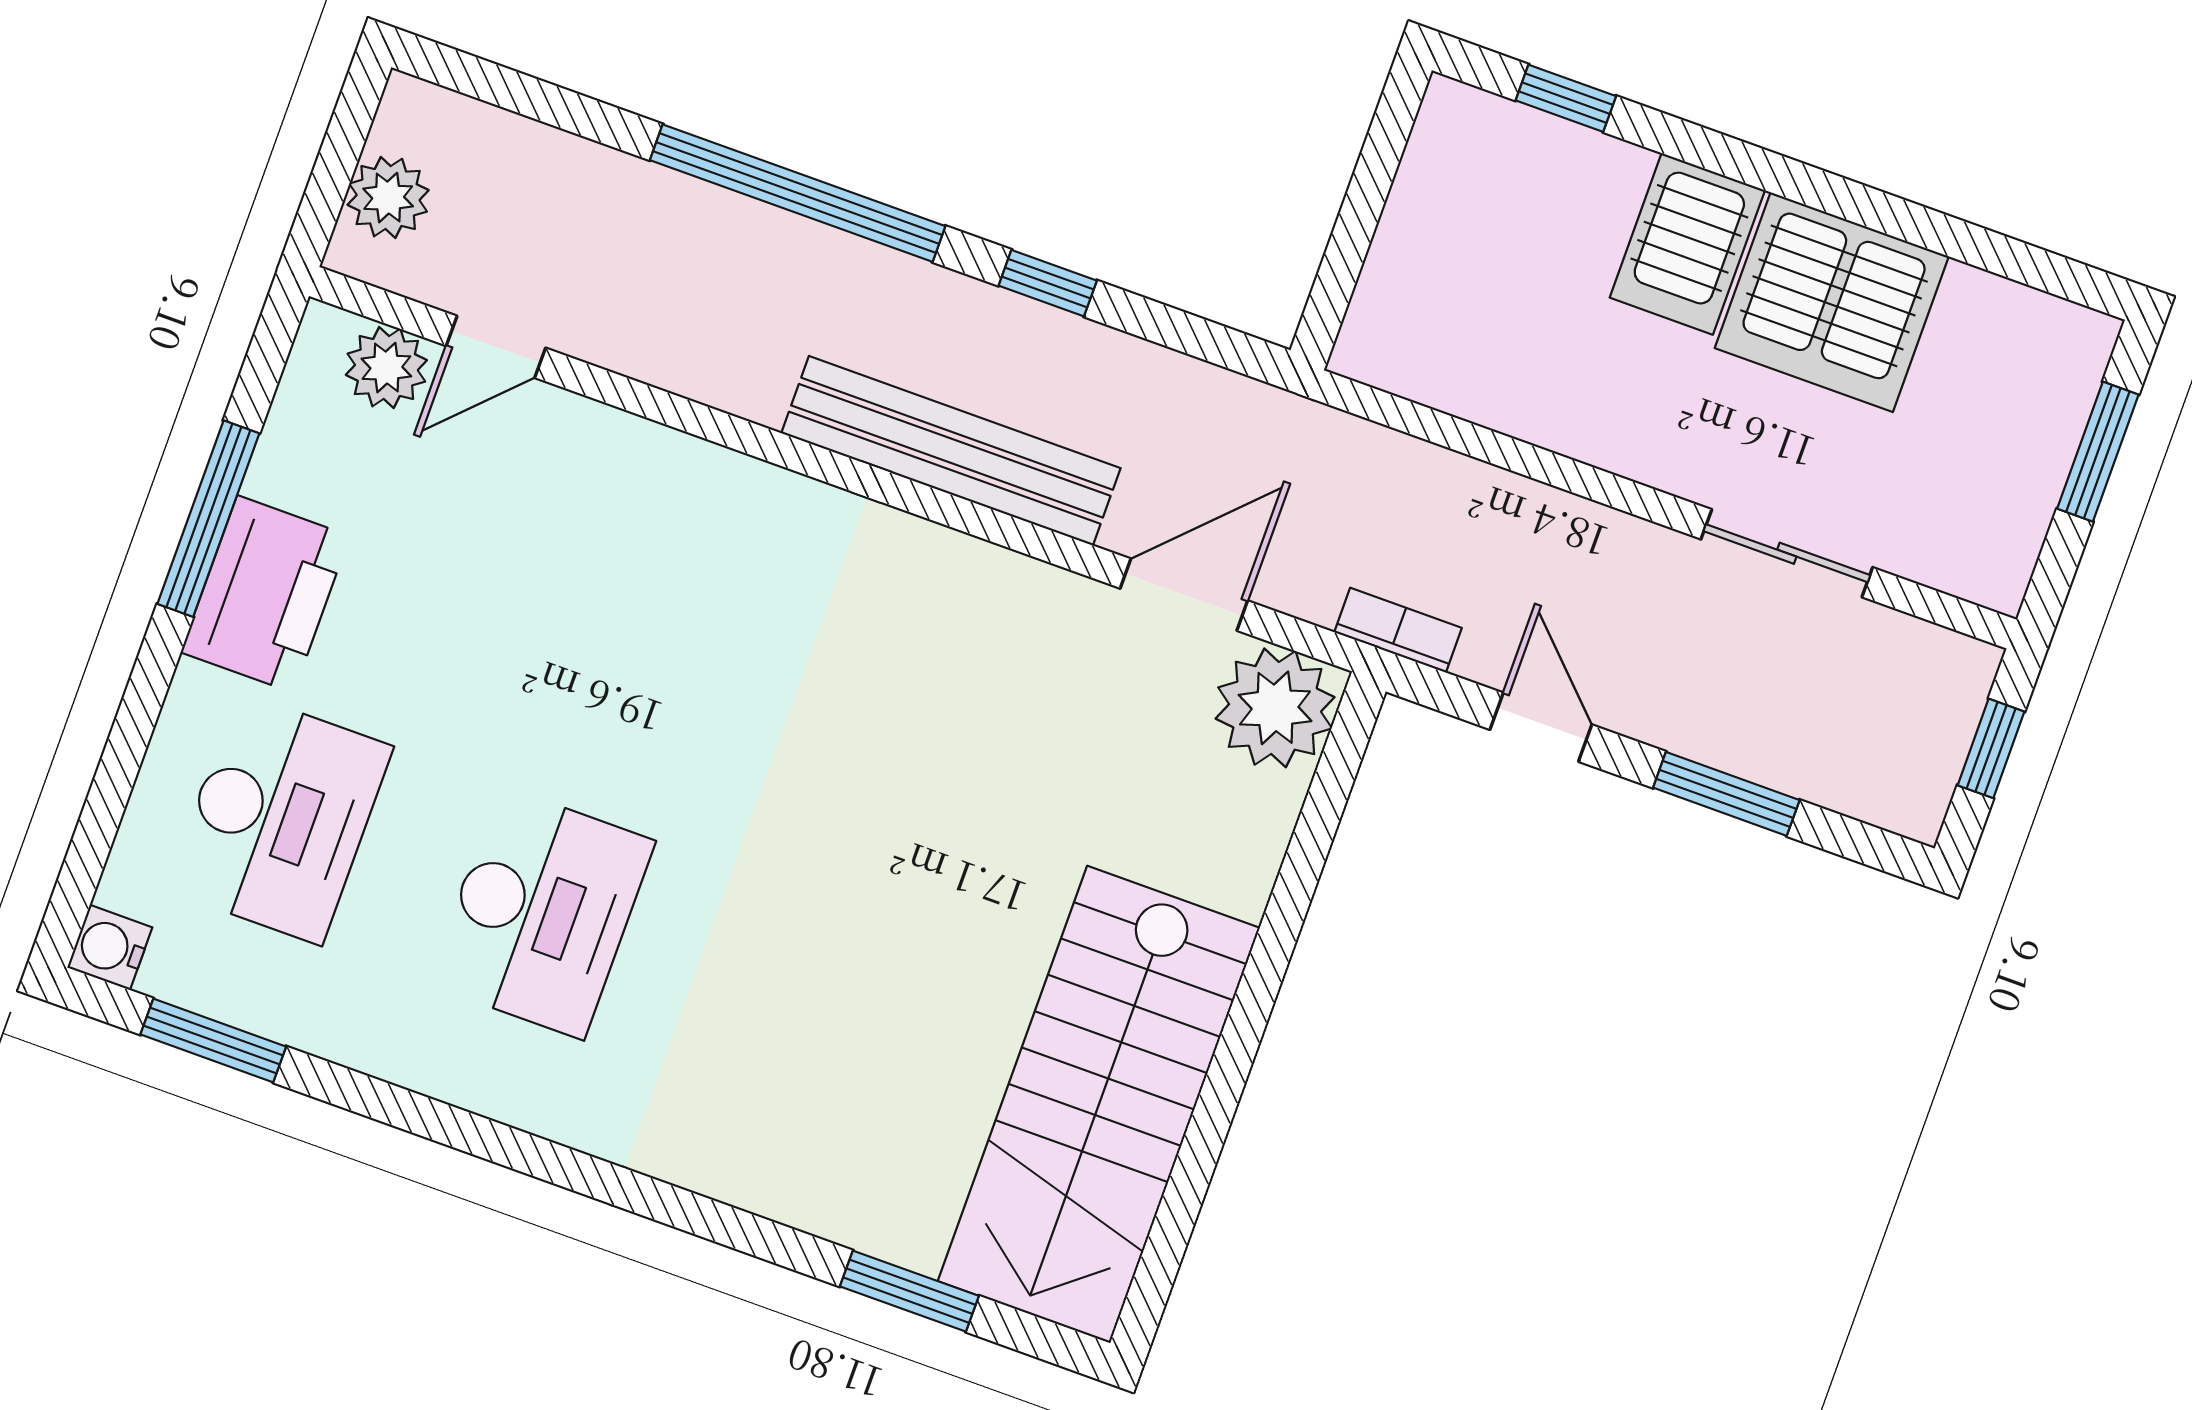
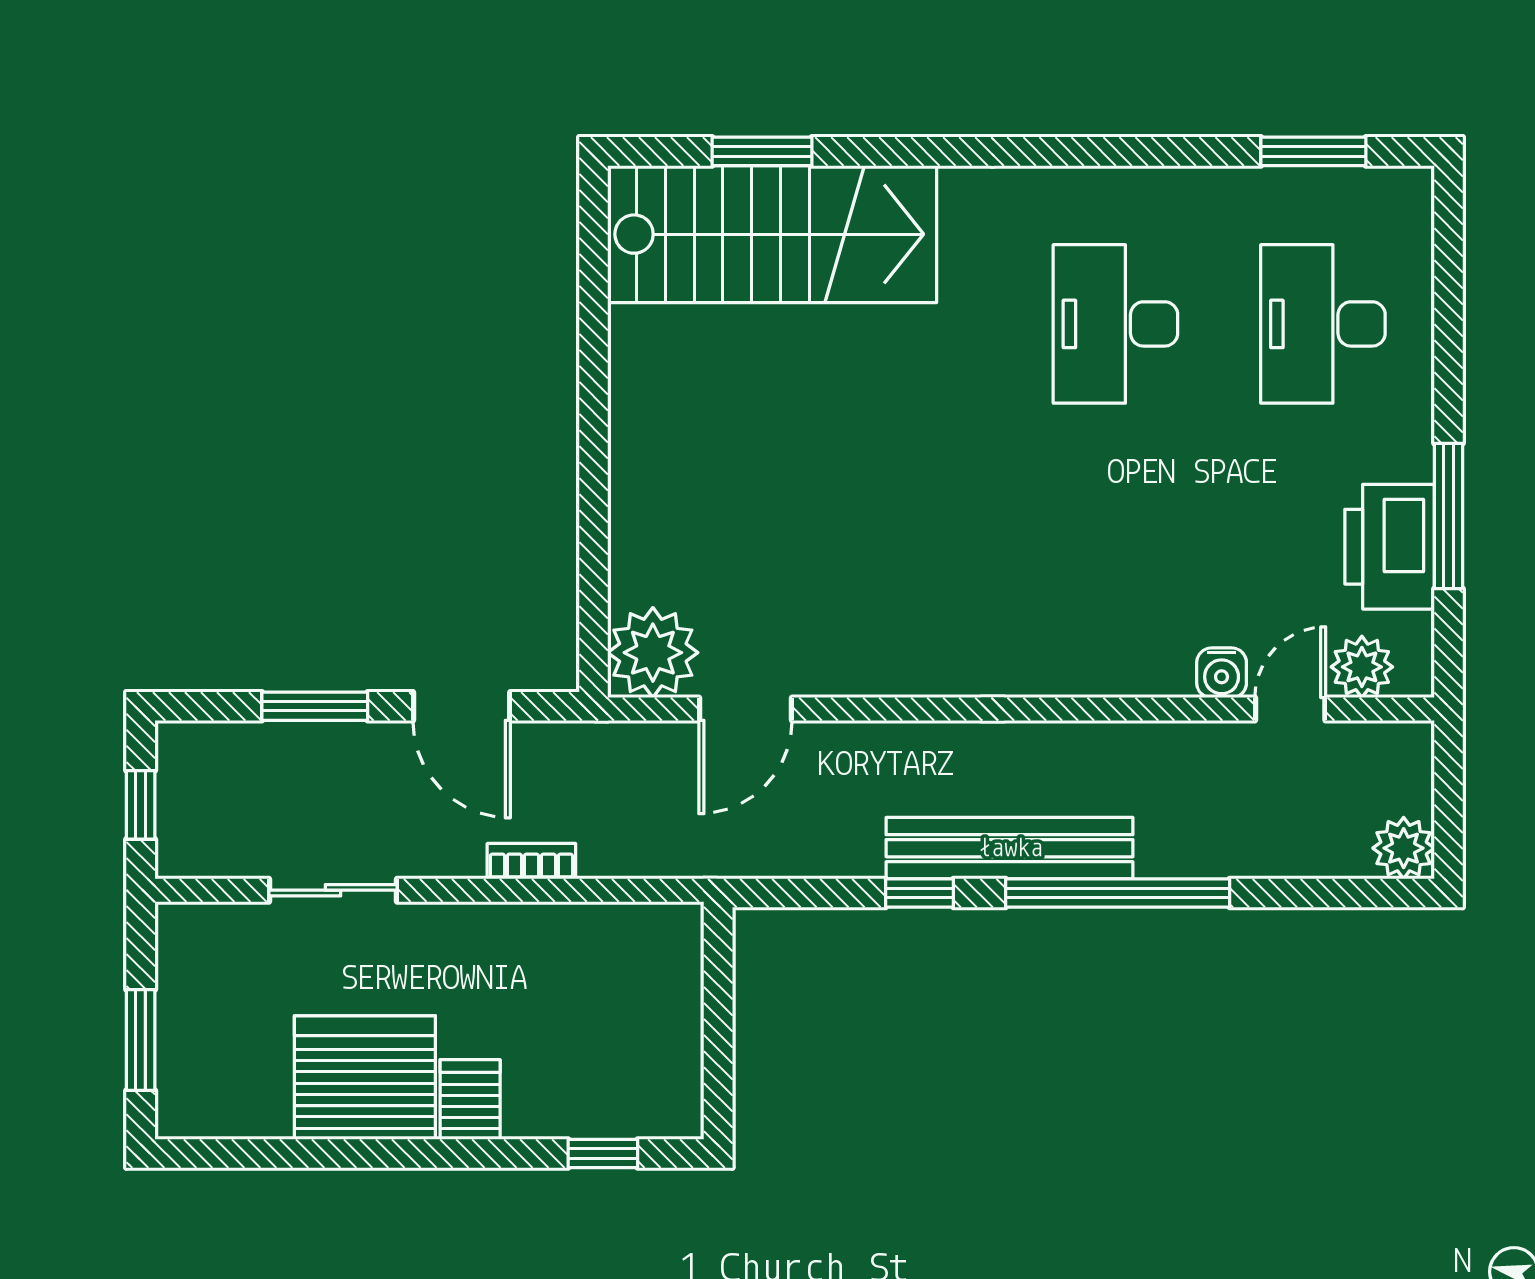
plant: (388, 198) -> (1404, 848), moved
server rack: (1687, 244) -> (470, 1099), width x0.73, depth x0.70
bench: (951, 451) -> (1010, 848), moved
printer: (265, 594) -> (1390, 547), moved
bookcase: (1398, 630) -> (531, 861), moved, turned 180
door: (1541, 727) -> (462, 706), width x1.38
water cooler: (110, 948) -> (1222, 673), moved, turned 90
stairs: (1099, 1105) -> (772, 234), moved, turned 90

